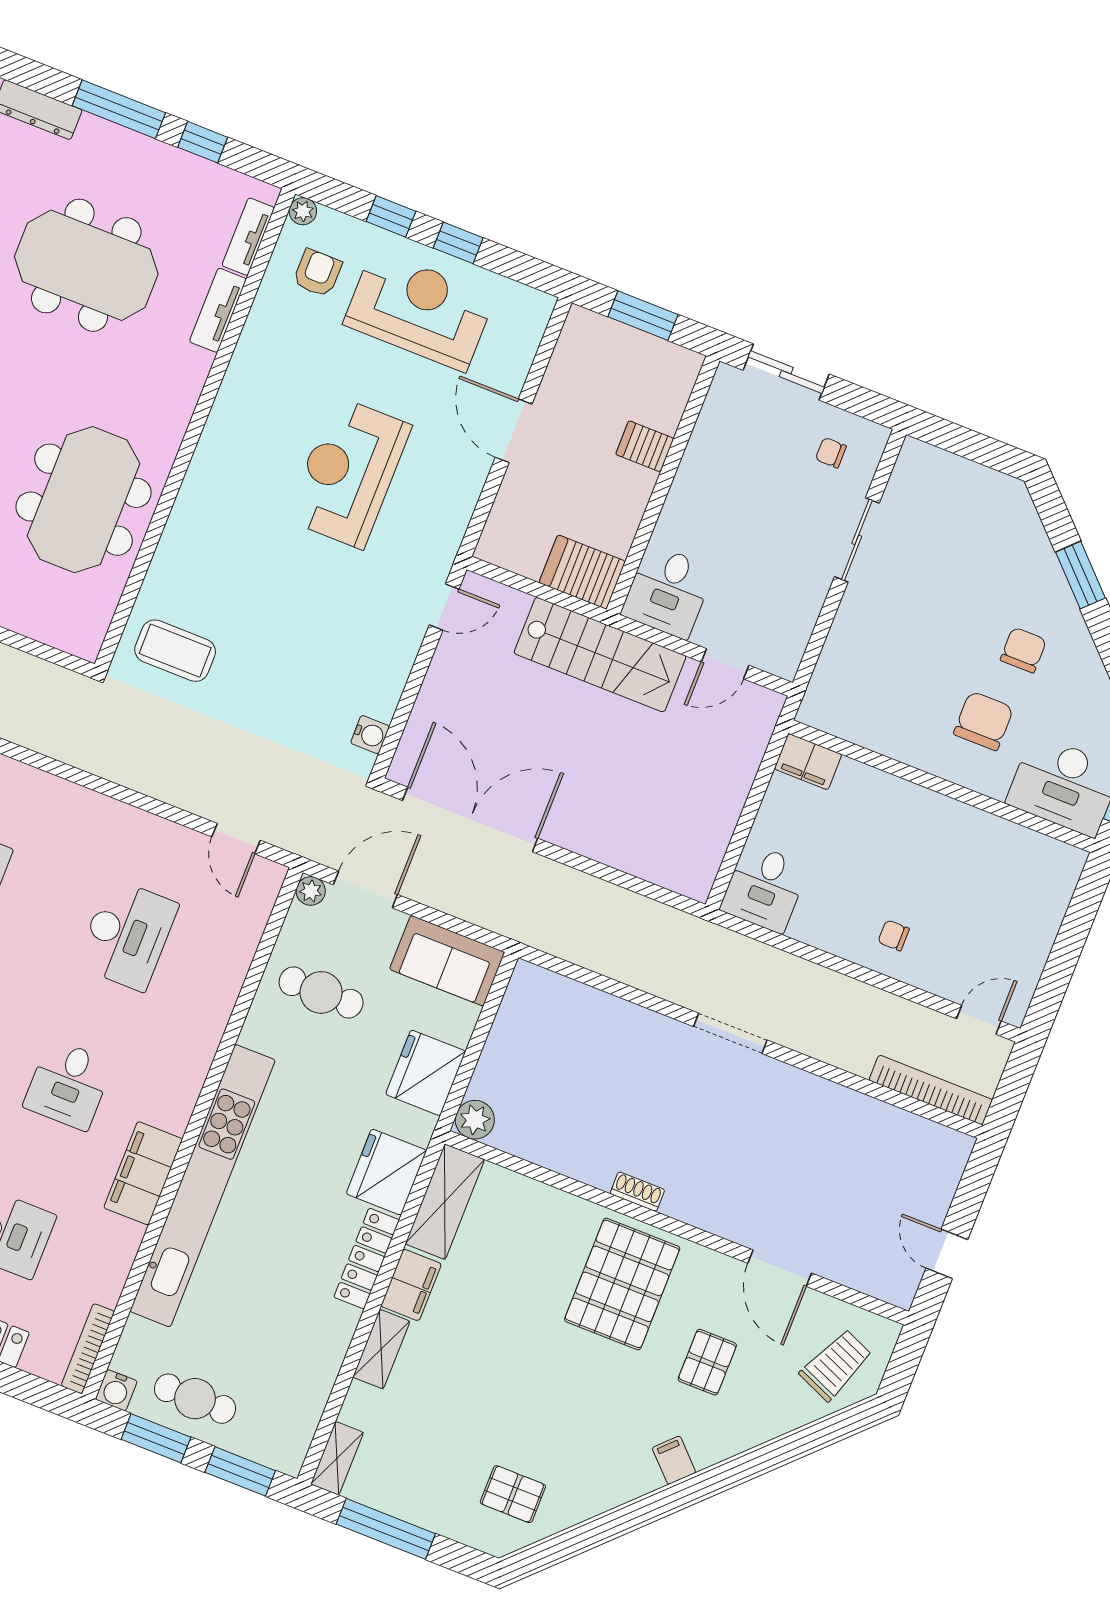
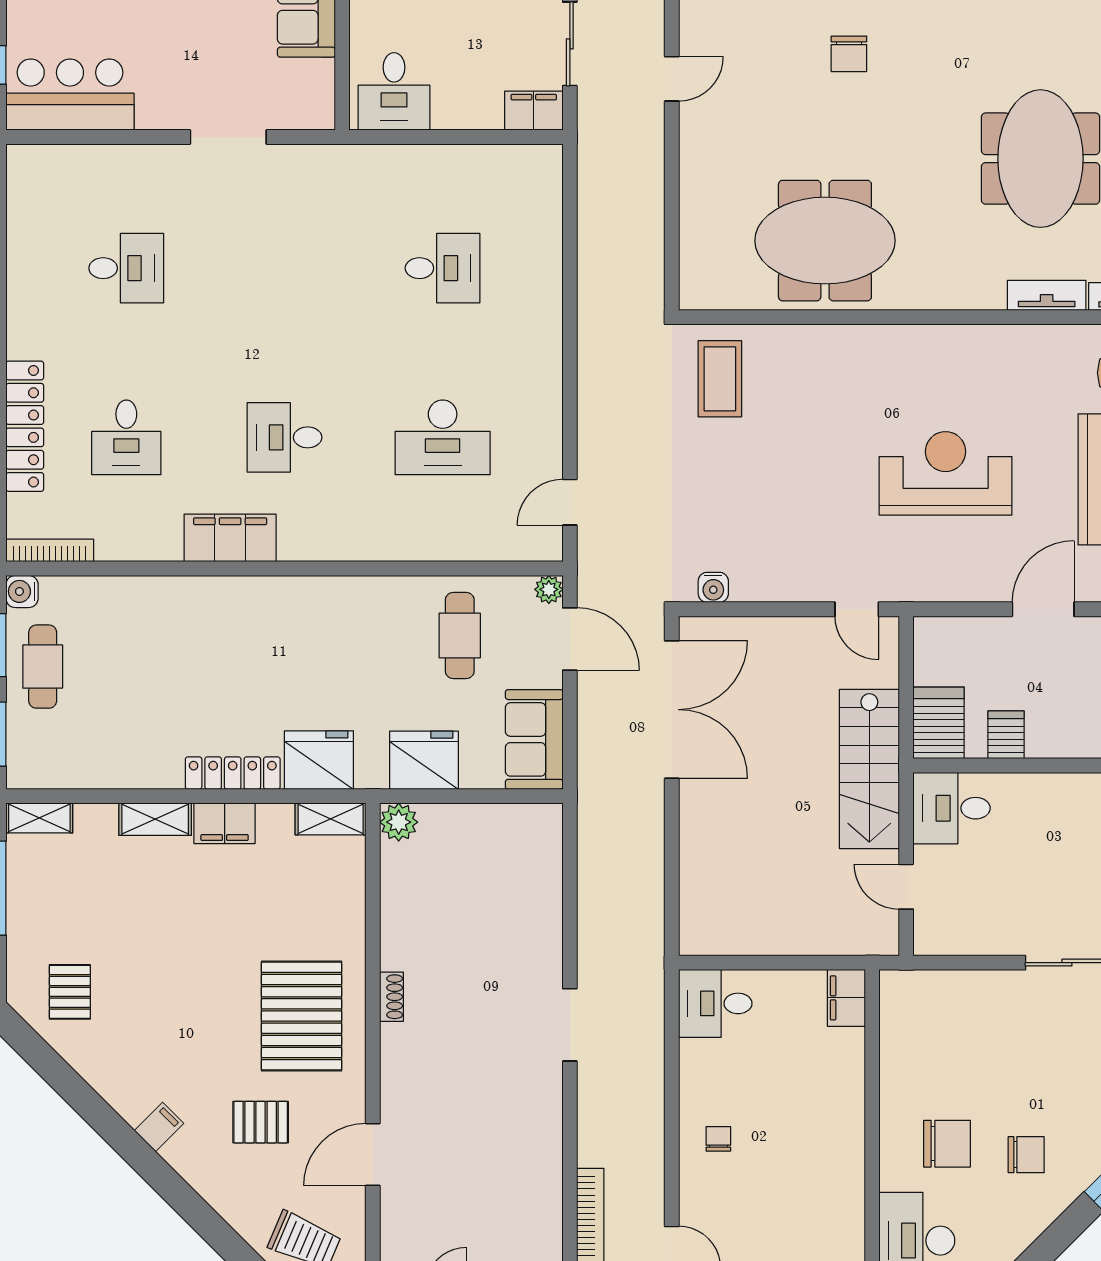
server rack: (645, 446) -> (1006, 735), moved
kitchen unit: (203, 1186) -> (240, 597), removed
shelving: (445, 1202) -> (331, 819), width x0.67, depth x0.75
pallet: (622, 1284) -> (302, 1016), turned 90

